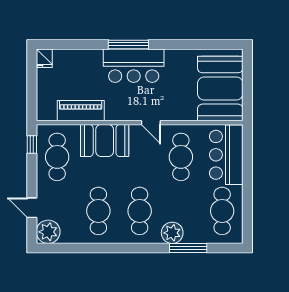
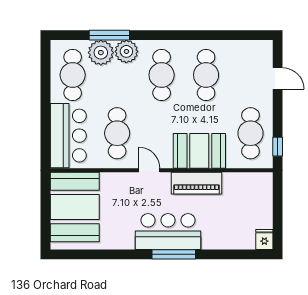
piano: (81, 111) -> (197, 183), moved
plant: (48, 232) -> (101, 53), moved

